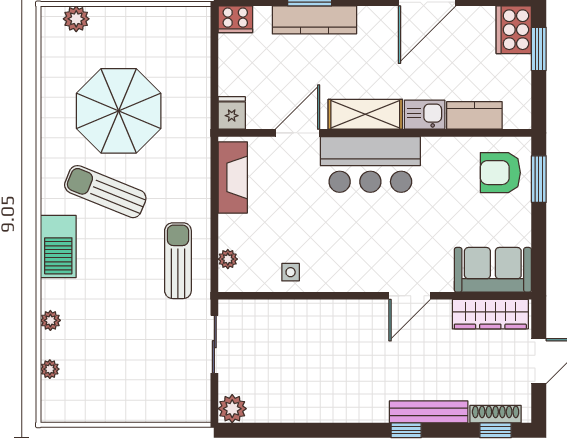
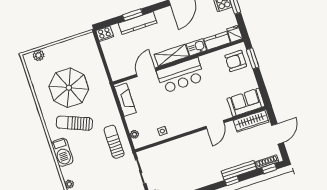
fridge: (232, 113) -> (235, 34), moved

